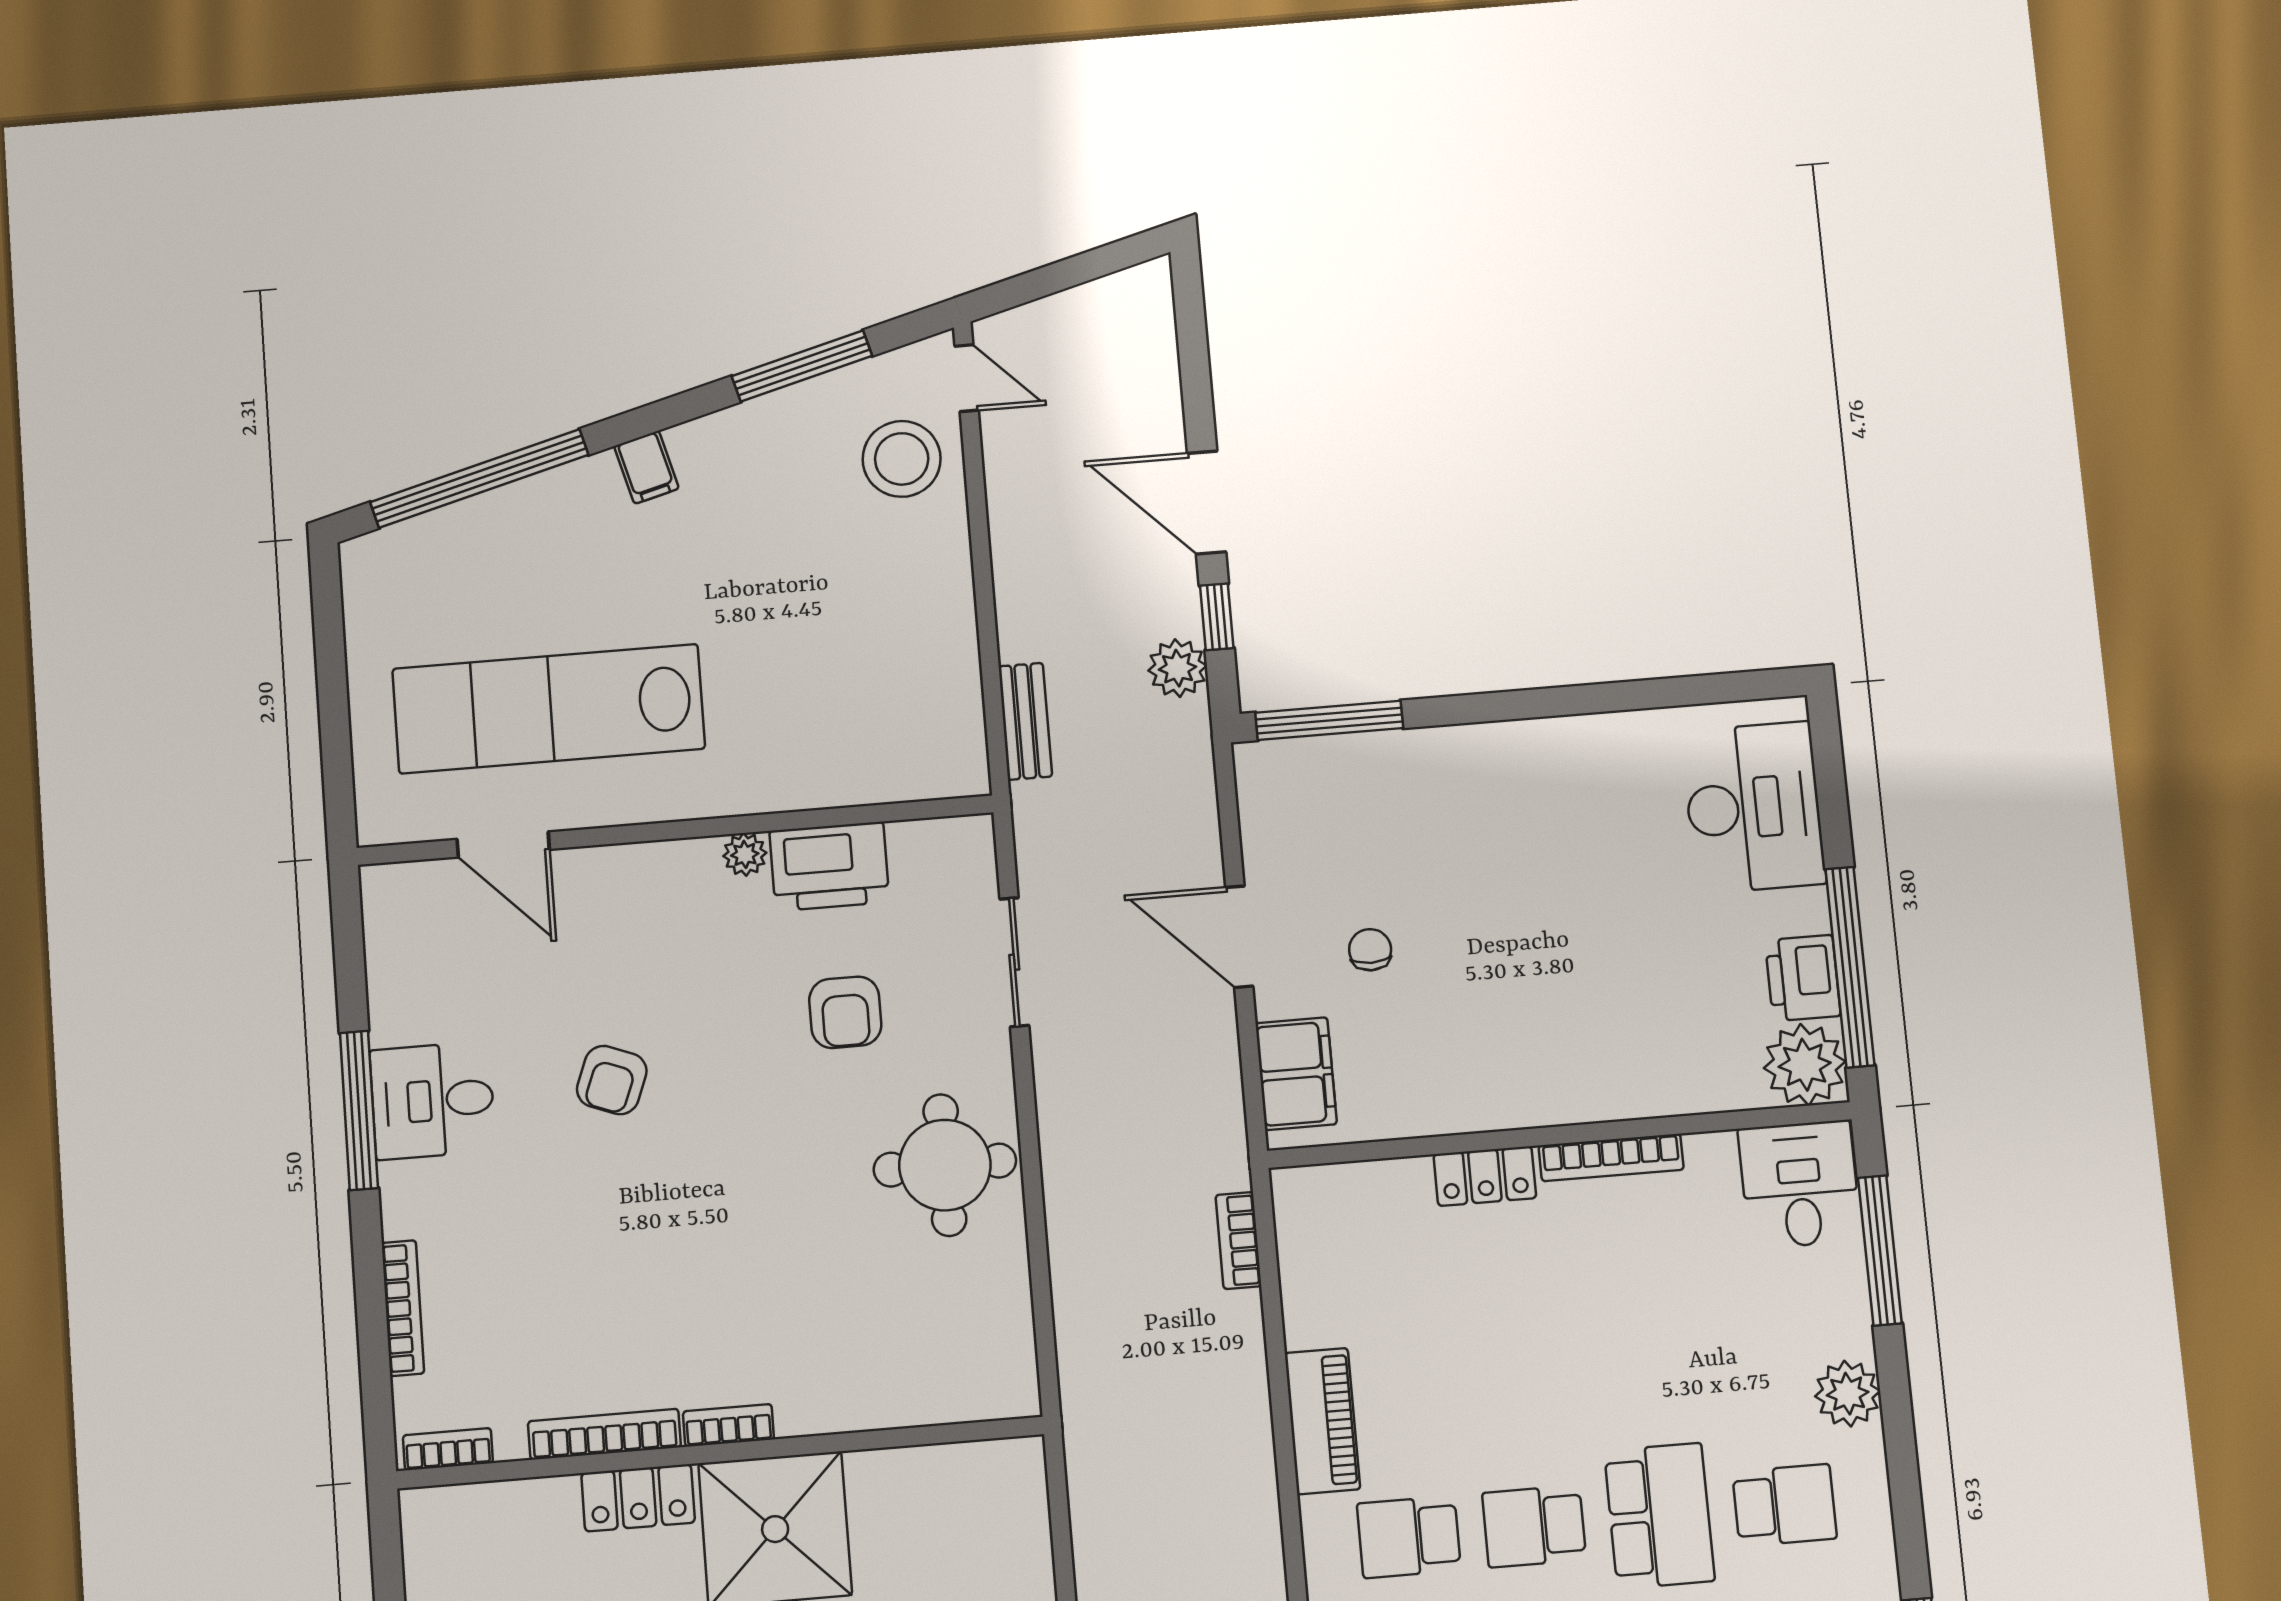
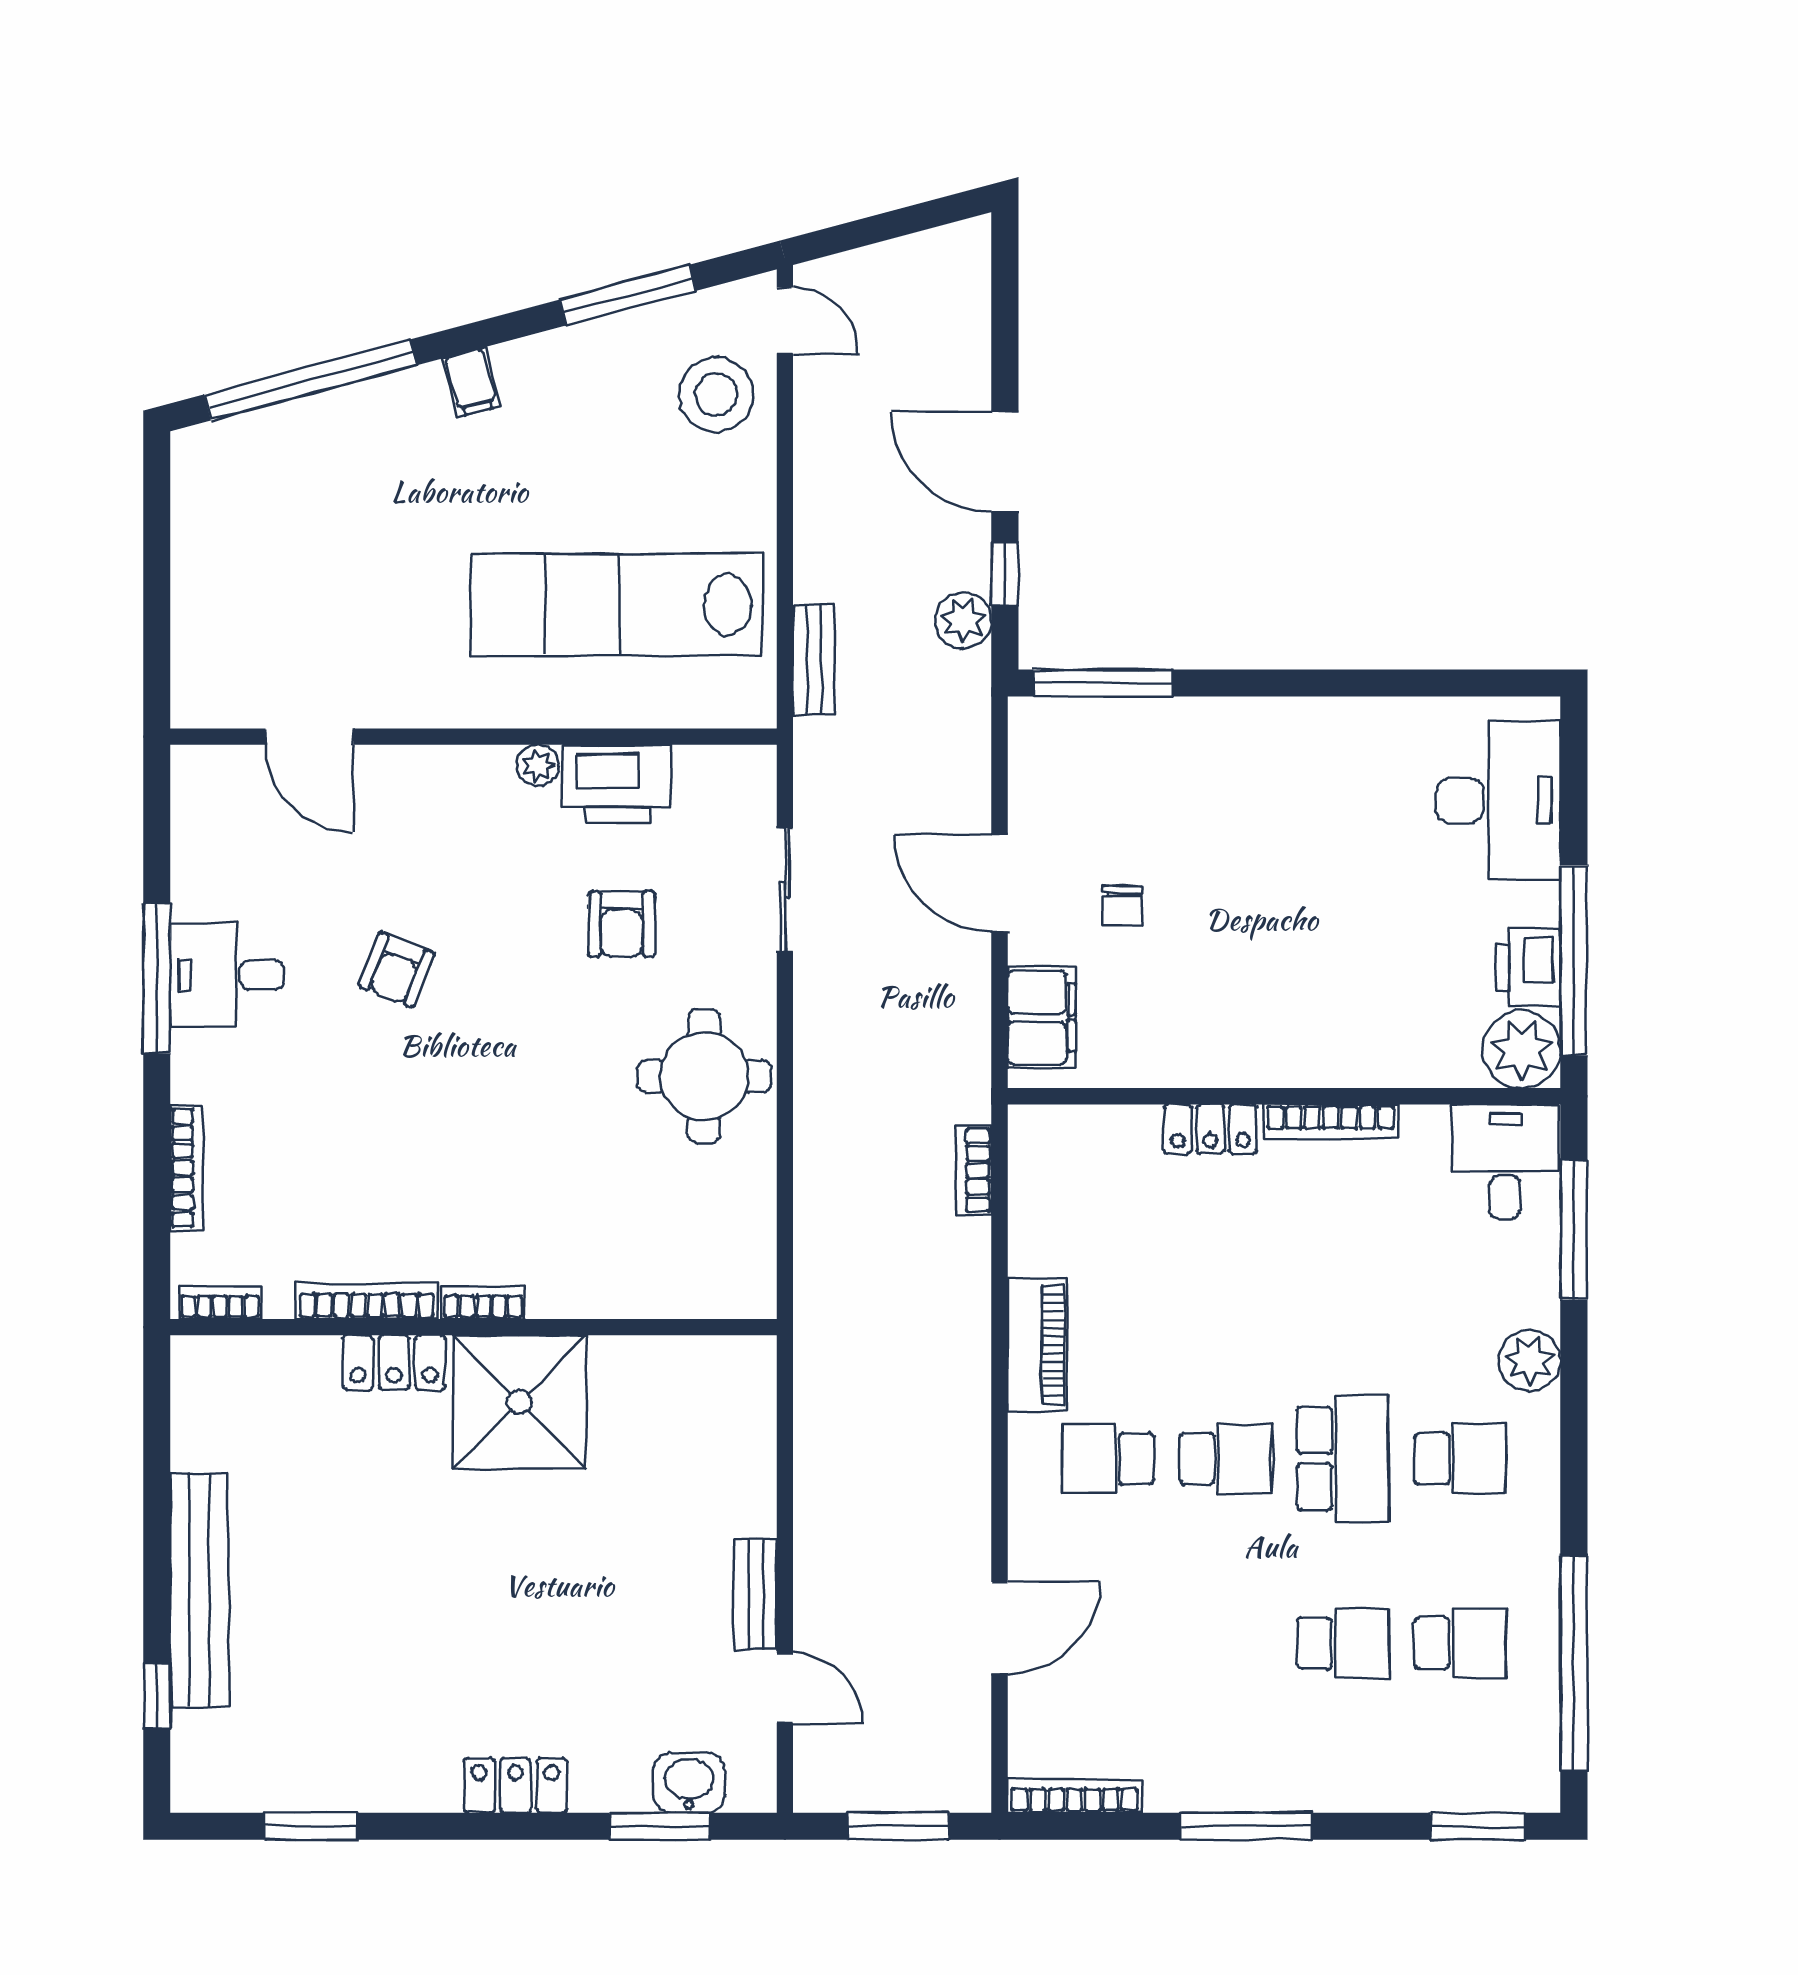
lab bench: (549, 709) -> (617, 605), moved
chair: (1370, 950) -> (1122, 906), turned 180
school desk: (1534, 1526) -> (1225, 1459), turned 180

